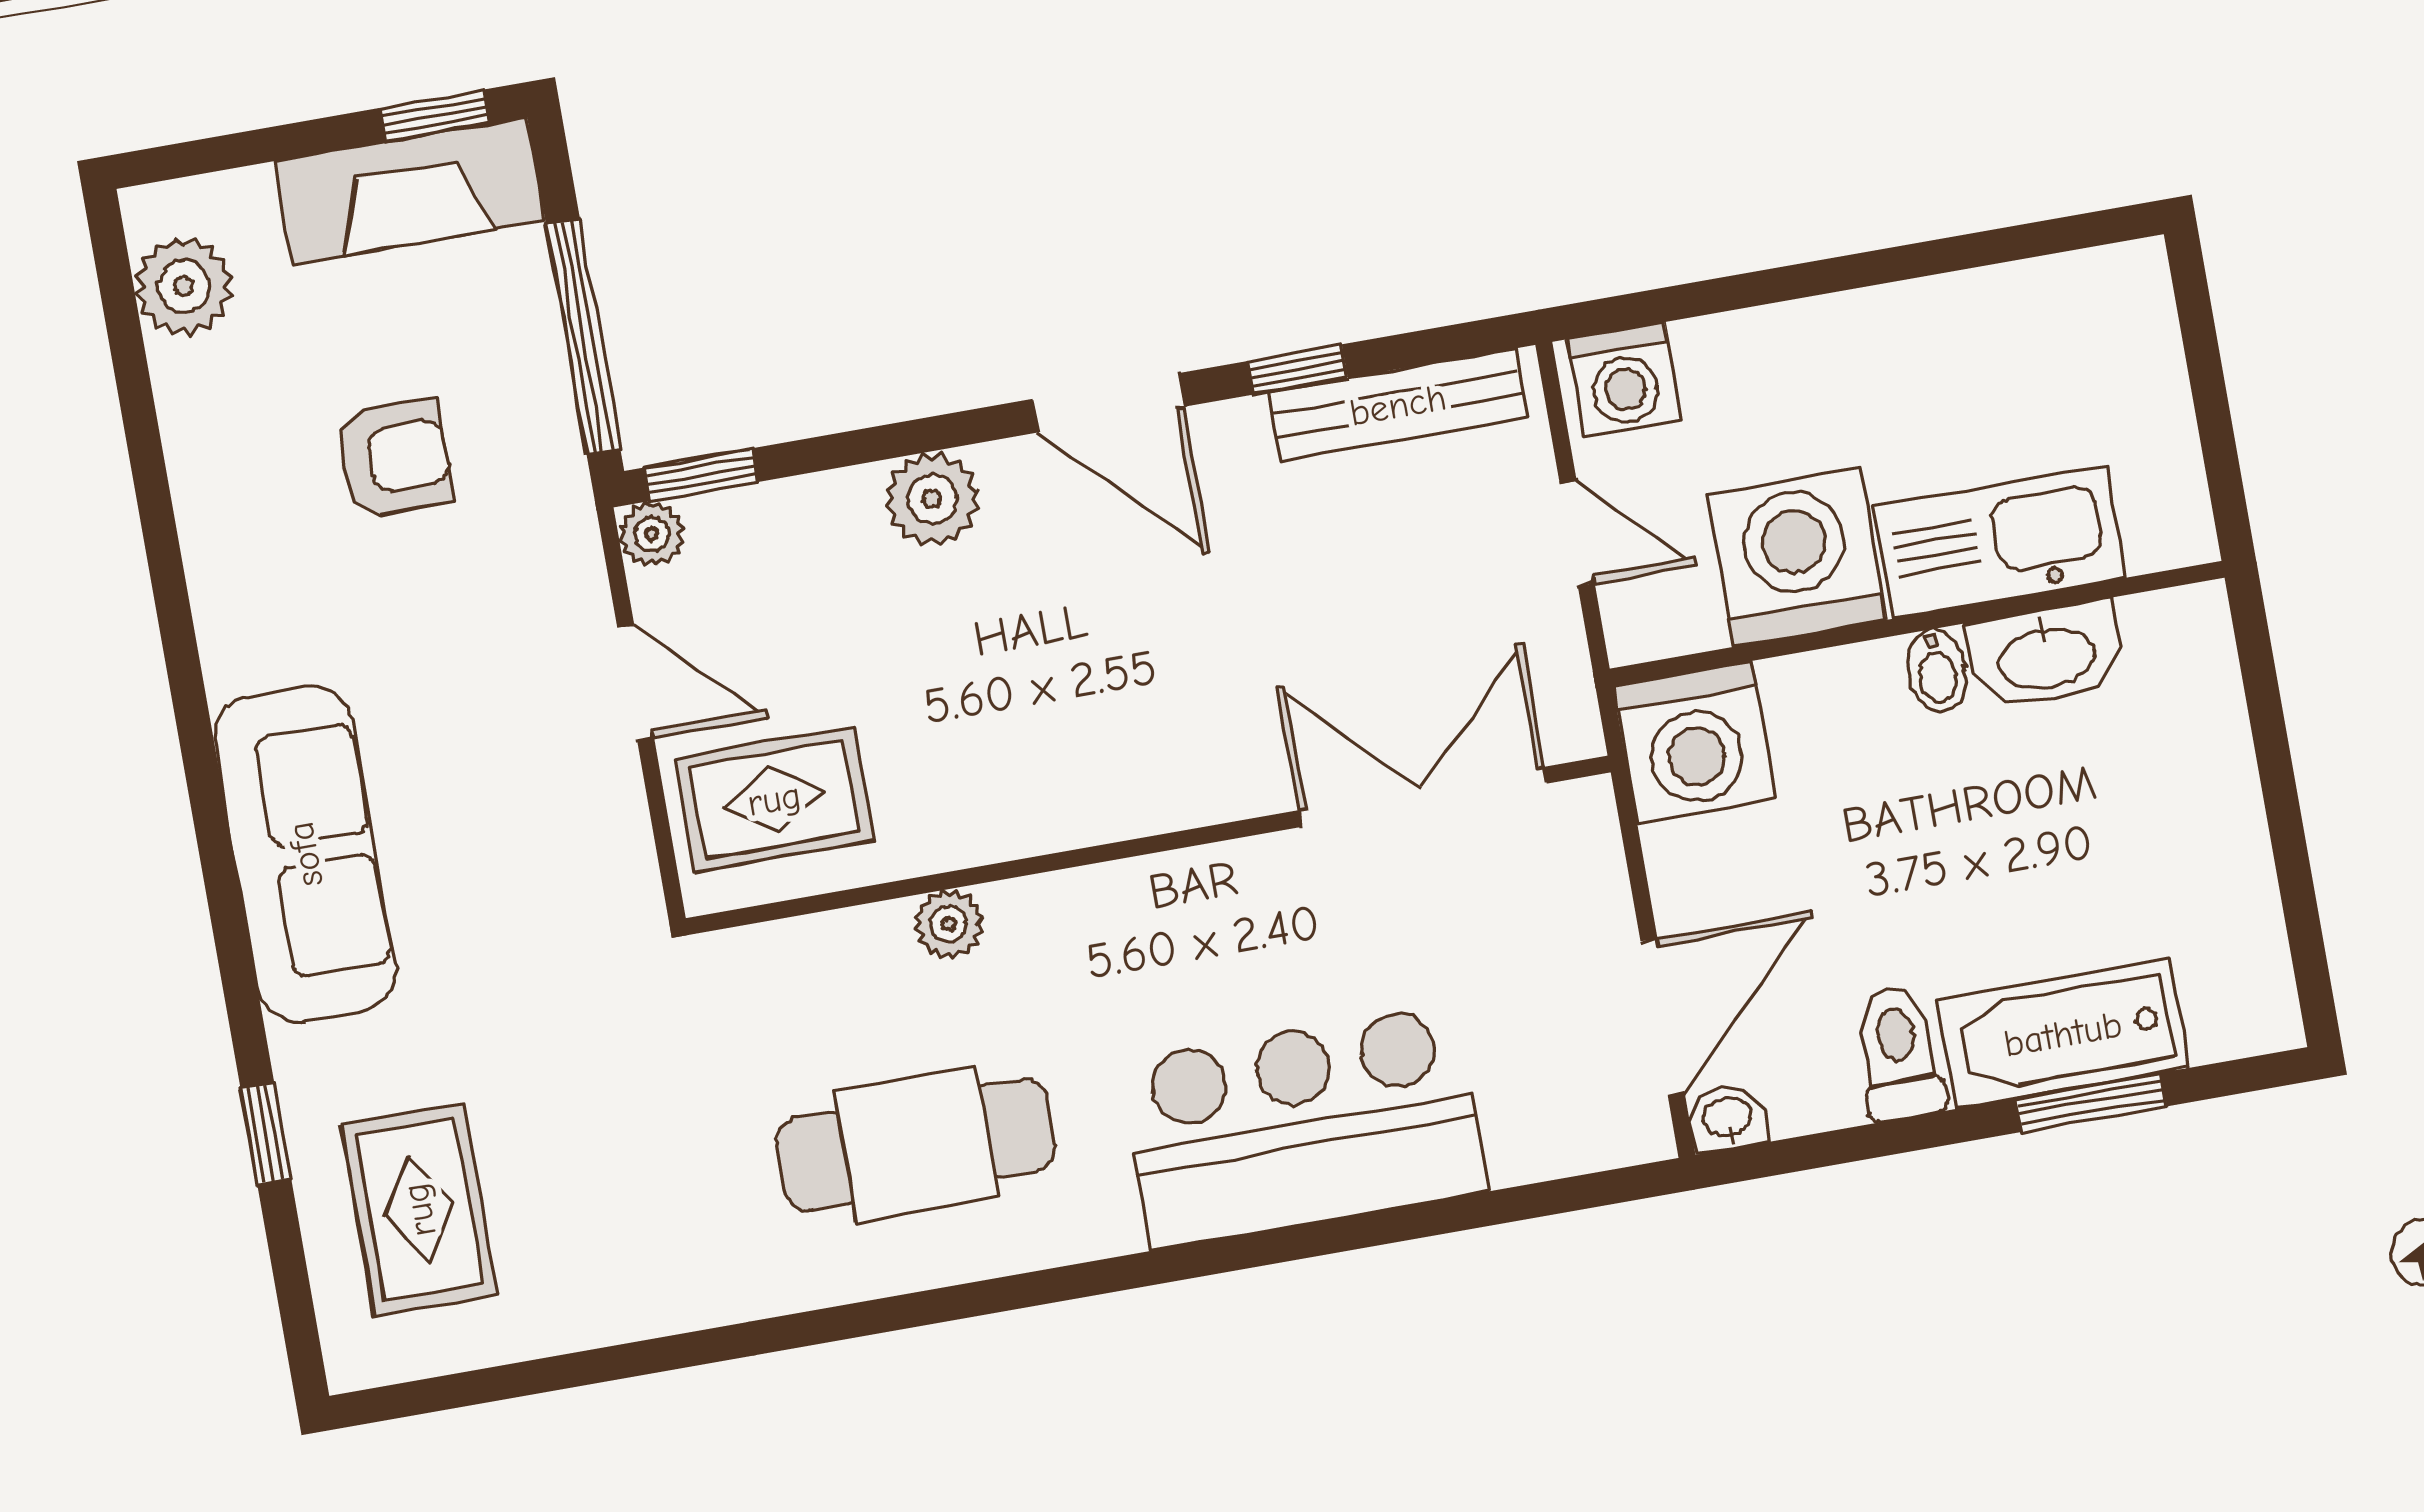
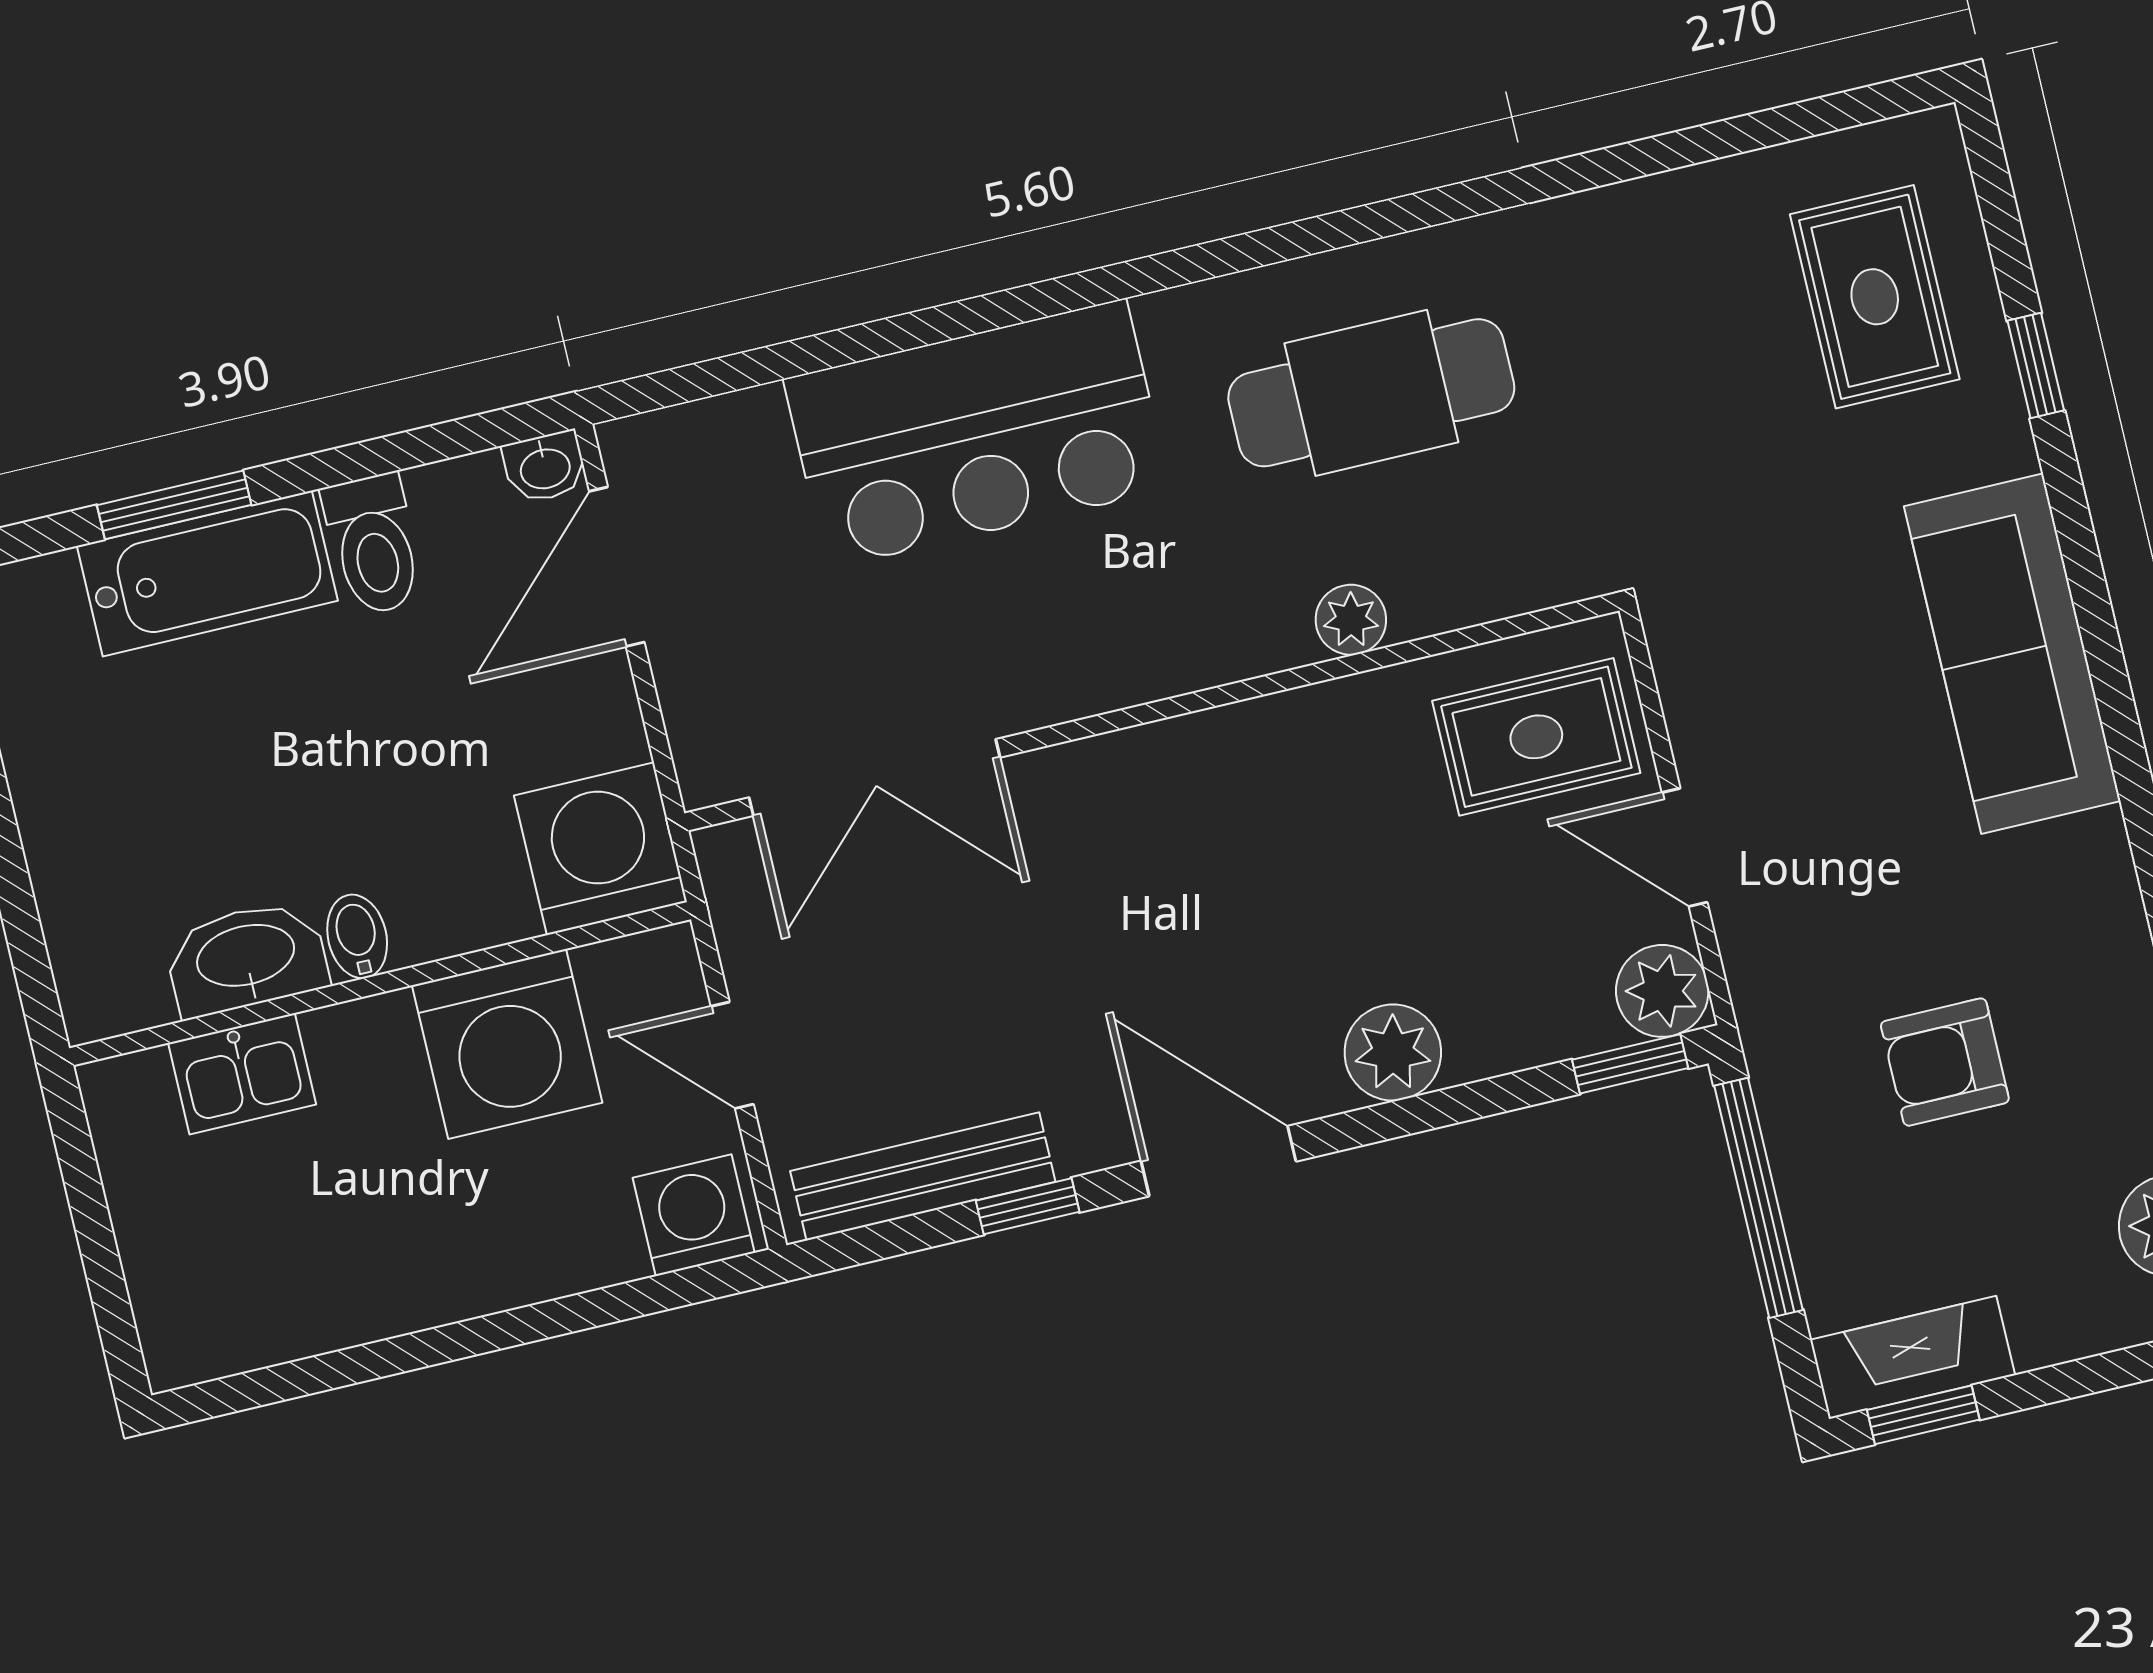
fireplace: (410, 191) -> (1912, 1357), width x0.73, depth x0.76
plant: (651, 534) -> (1662, 991), width x1.38, depth x1.38
kitchen sink: (2000, 542) -> (242, 1074), width x0.53, depth x0.81

